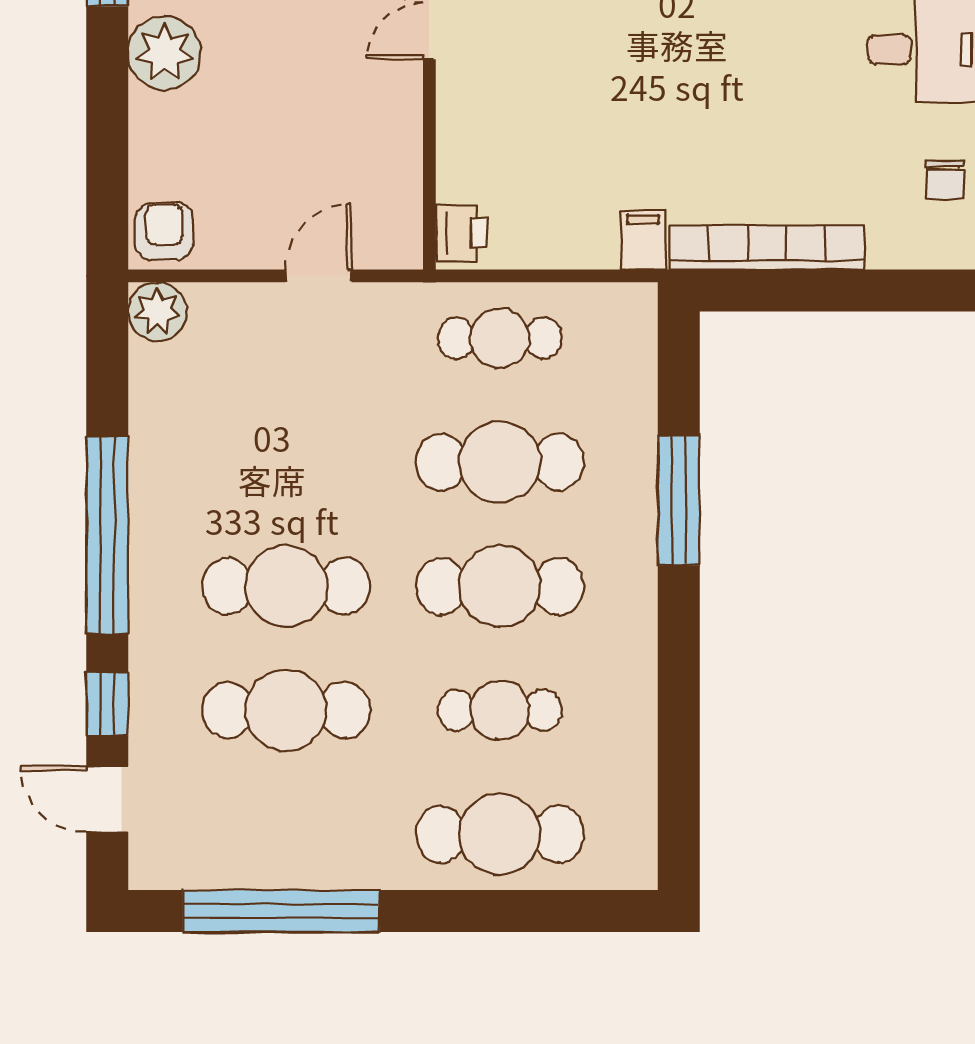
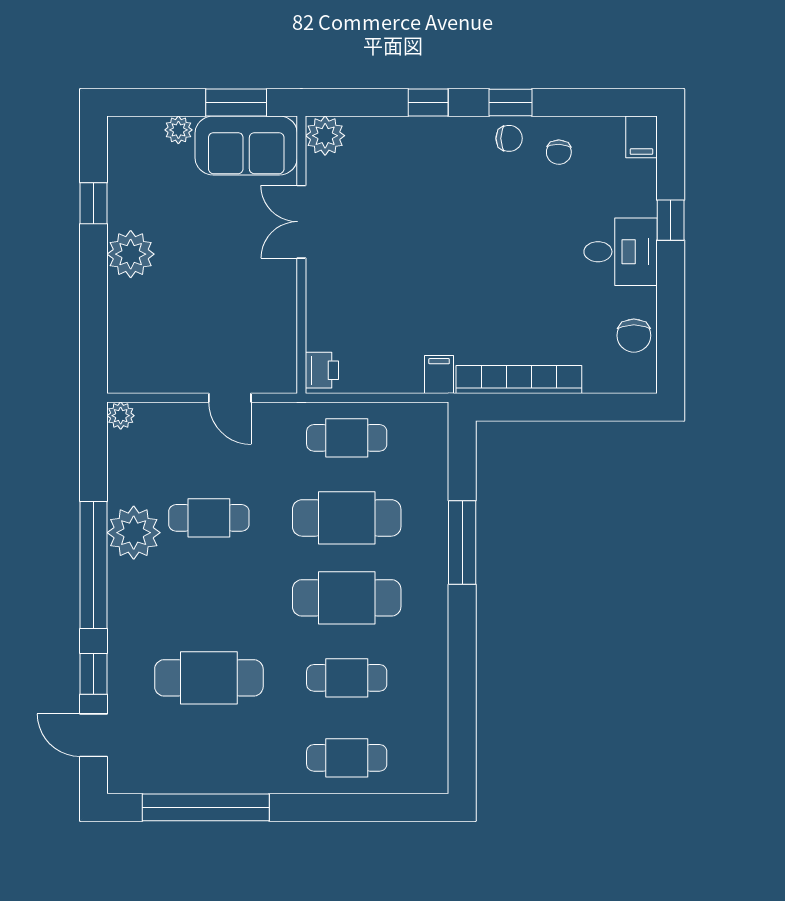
chair: (945, 179) -> (634, 336), width x1.37, depth x1.37
armchair: (164, 231) -> (130, 369), removed
door: (319, 276) -> (230, 398), swing flipped
plant: (157, 311) -> (121, 416), width x0.73, depth x0.73
plant: (169, 485) -> (134, 533), added
cafe table: (286, 586) -> (209, 518), moved, width x0.73, depth x0.74
cafe table: (500, 834) -> (347, 758), width x0.73, depth x0.74

